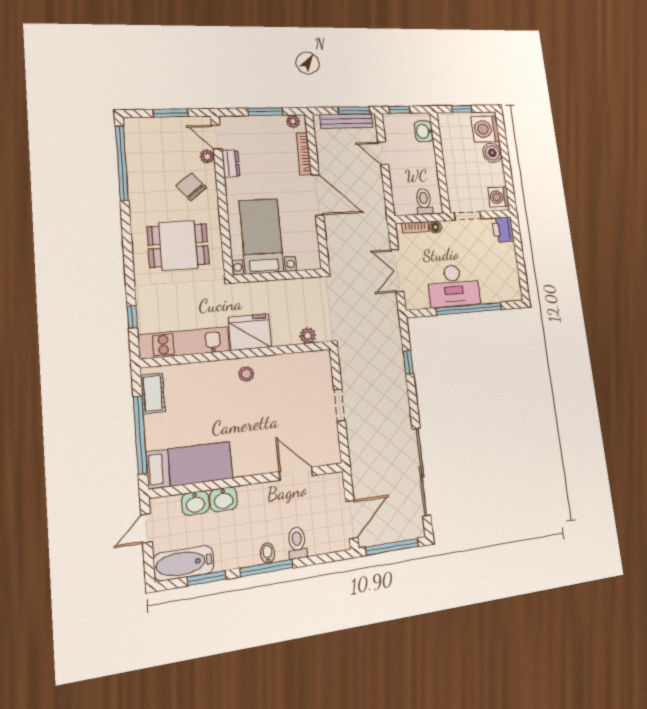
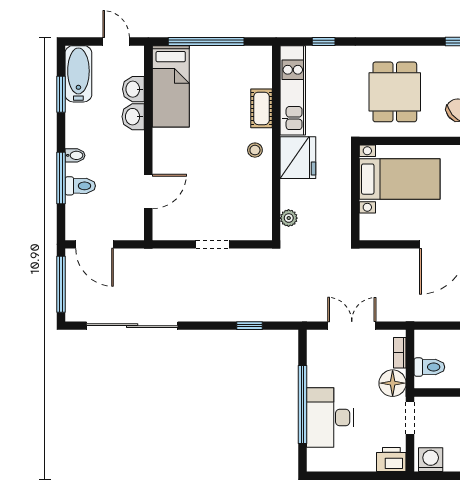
floor lamp: (435, 227) -> (393, 383), width x1.89, depth x1.89
desk: (453, 286) -> (330, 418), moved
cot: (153, 393) -> (261, 108), moved, turned 90
window: (266, 568) -> (61, 178), moved

